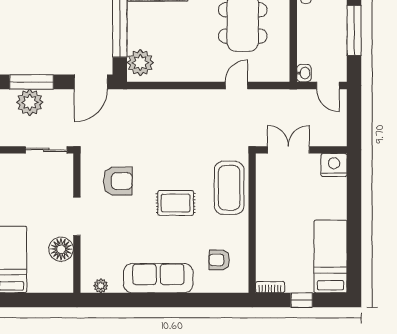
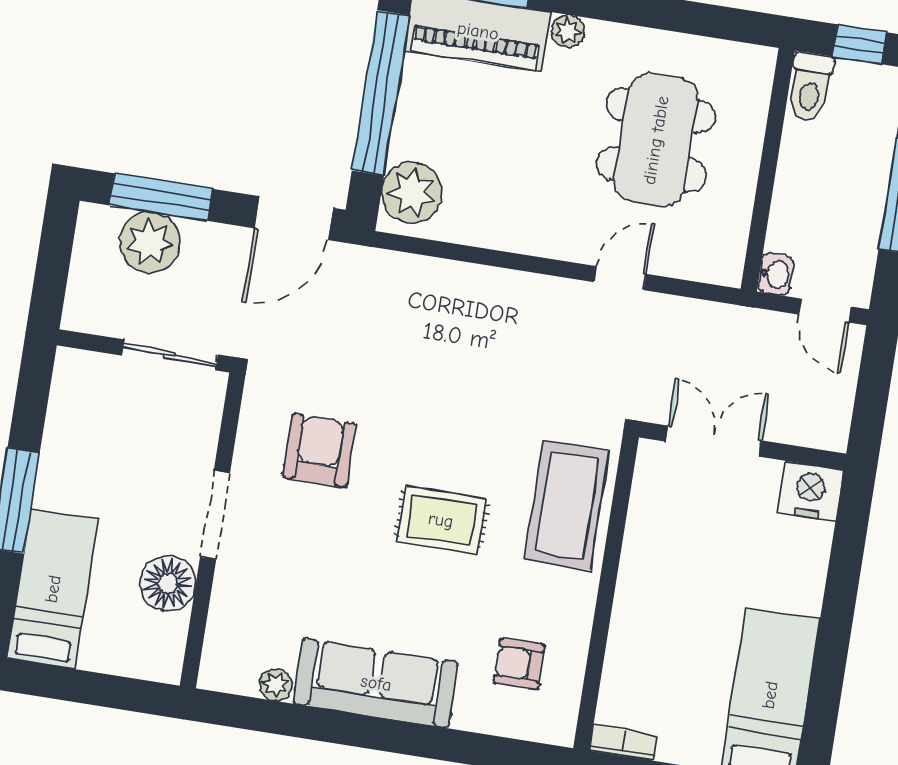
armchair: (118, 181) -> (319, 450), turned -90
plant: (101, 286) -> (276, 685), moved

